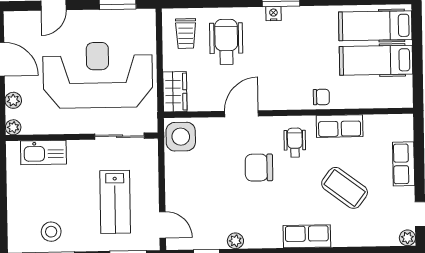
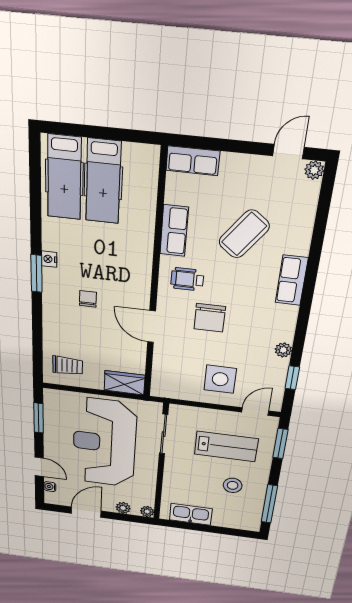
nightstand: (273, 14) -> (49, 259), moved
water cooler: (28, 17) -> (50, 487), added
wheelchair: (226, 42) -> (77, 331), removed
chair: (321, 97) -> (88, 299), moved
side table: (181, 137) -> (220, 379), moved
kitchen sink: (43, 152) -> (191, 514), moved, turned -90
row of seats: (404, 164) -> (193, 161), moved
stool: (51, 232) -> (233, 485), moved

